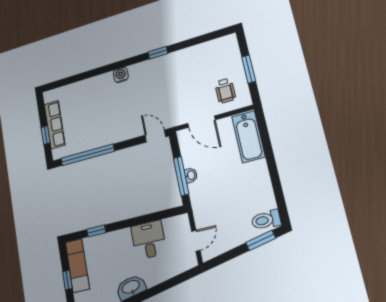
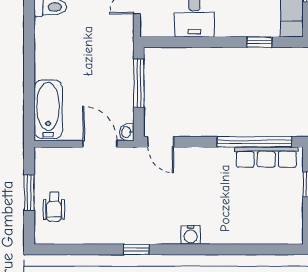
wheelchair: (225, 91) -> (54, 207), moved, turned 180
row of seats: (55, 125) -> (266, 157), moved, turned -90
washbasin: (191, 175) -> (127, 132), moved

